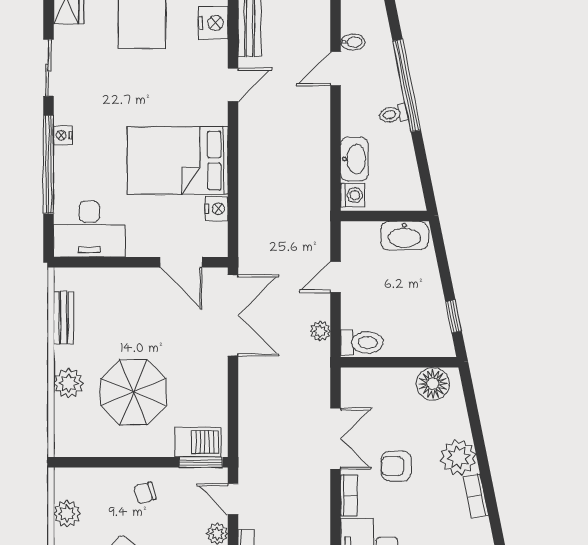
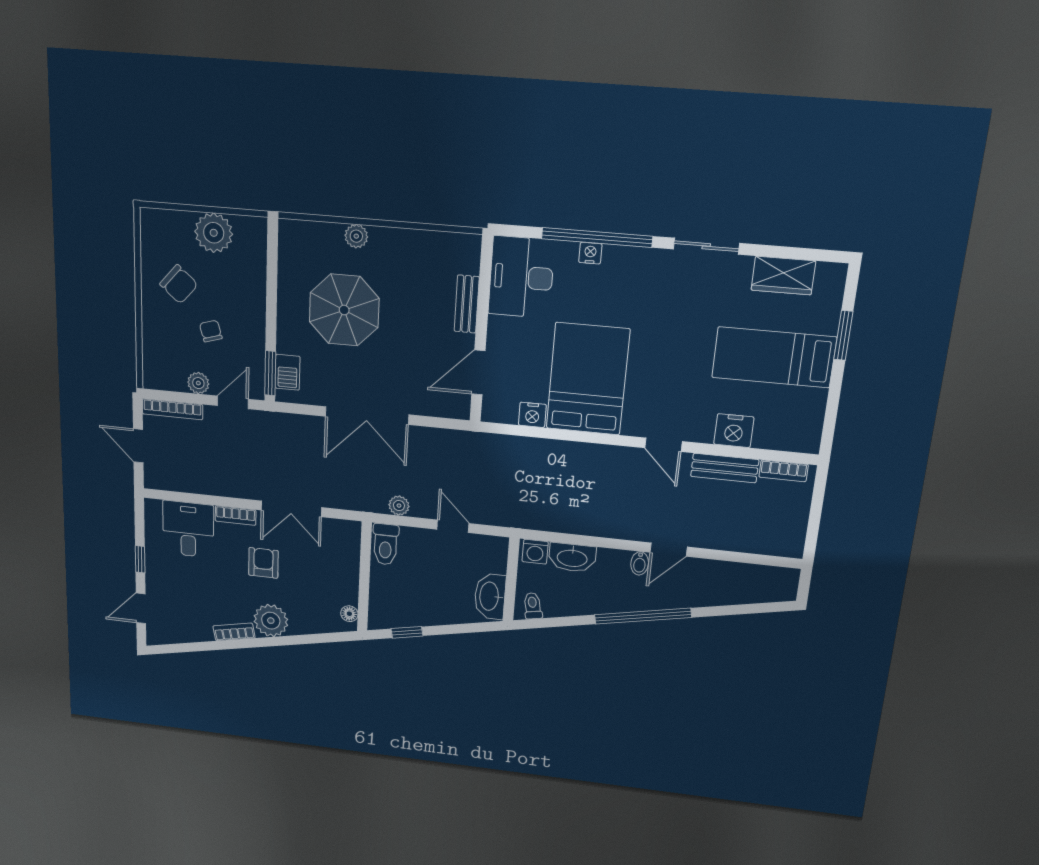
bidet: (353, 42) -> (640, 563), moved
door: (336, 69) -> (669, 550), swing flipped
toilet: (393, 114) -> (533, 606), moved
nightstand: (63, 135) -> (590, 253), moved
double door: (233, 315) -> (367, 416), moved
bench: (64, 318) -> (467, 304), moved, turned 90
plant: (68, 383) -> (356, 236), width x0.73, depth x0.73
floor lamp: (433, 384) -> (349, 614), width x0.53, depth x0.53
barbecue: (198, 442) -> (288, 372), width x0.73, depth x0.79
chair: (145, 493) -> (211, 331), moved
plant: (67, 514) -> (214, 233), width x1.36, depth x1.36

